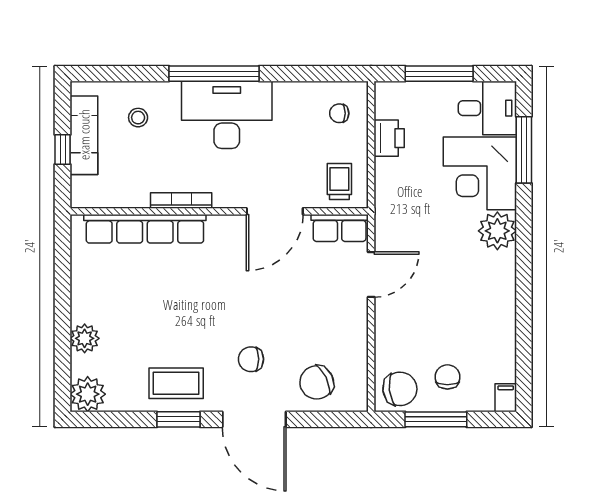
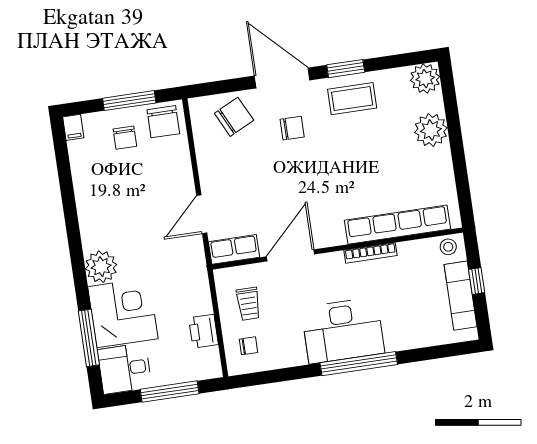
stool: (138, 118) -> (448, 247), moved
trolley: (339, 181) -> (248, 304), moved
plant: (85, 338) -> (431, 130), width x1.36, depth x1.36
chair: (400, 389) -> (163, 122), turned -83

